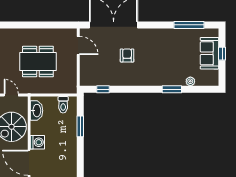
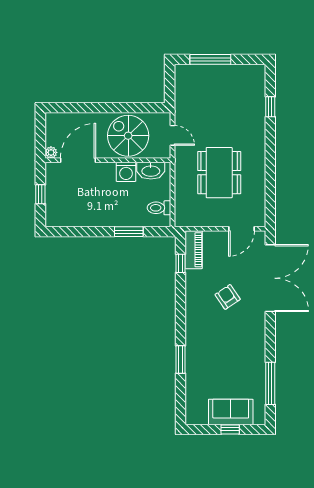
armchair: (127, 55) -> (228, 297), turned -124
piano: (93, 80) -> (194, 250), added
plant: (190, 81) -> (192, 385), removed
door: (11, 95) -> (172, 135), hinge flipped
washing machine: (37, 142) -> (126, 172), moved

